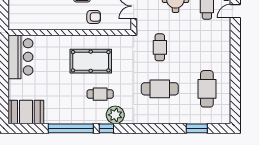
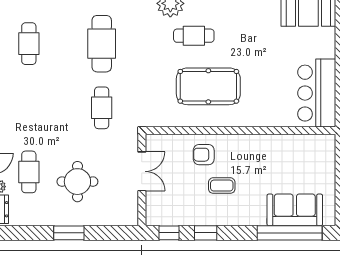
cafe table: (160, 89) -> (102, 44), turned 90
cafe table: (207, 89) -> (29, 44), width x0.73, depth x0.74

